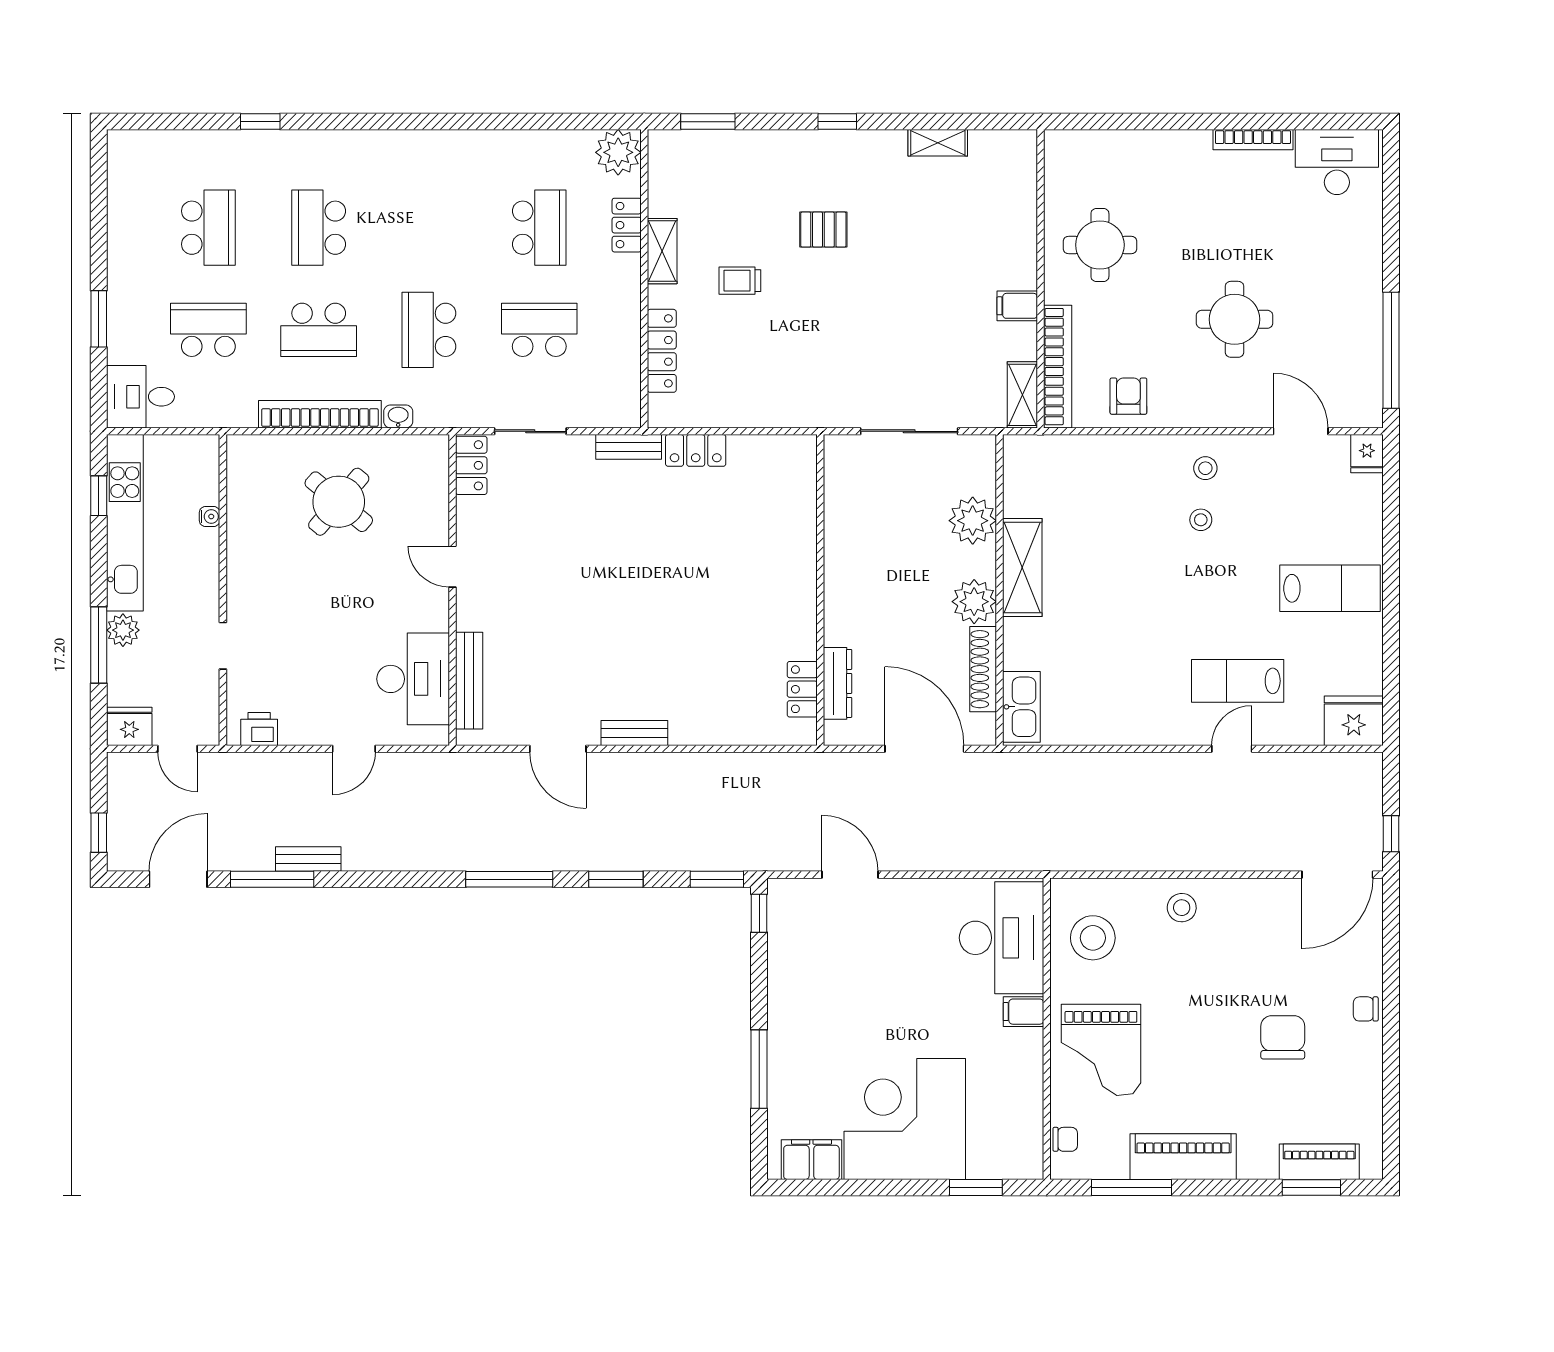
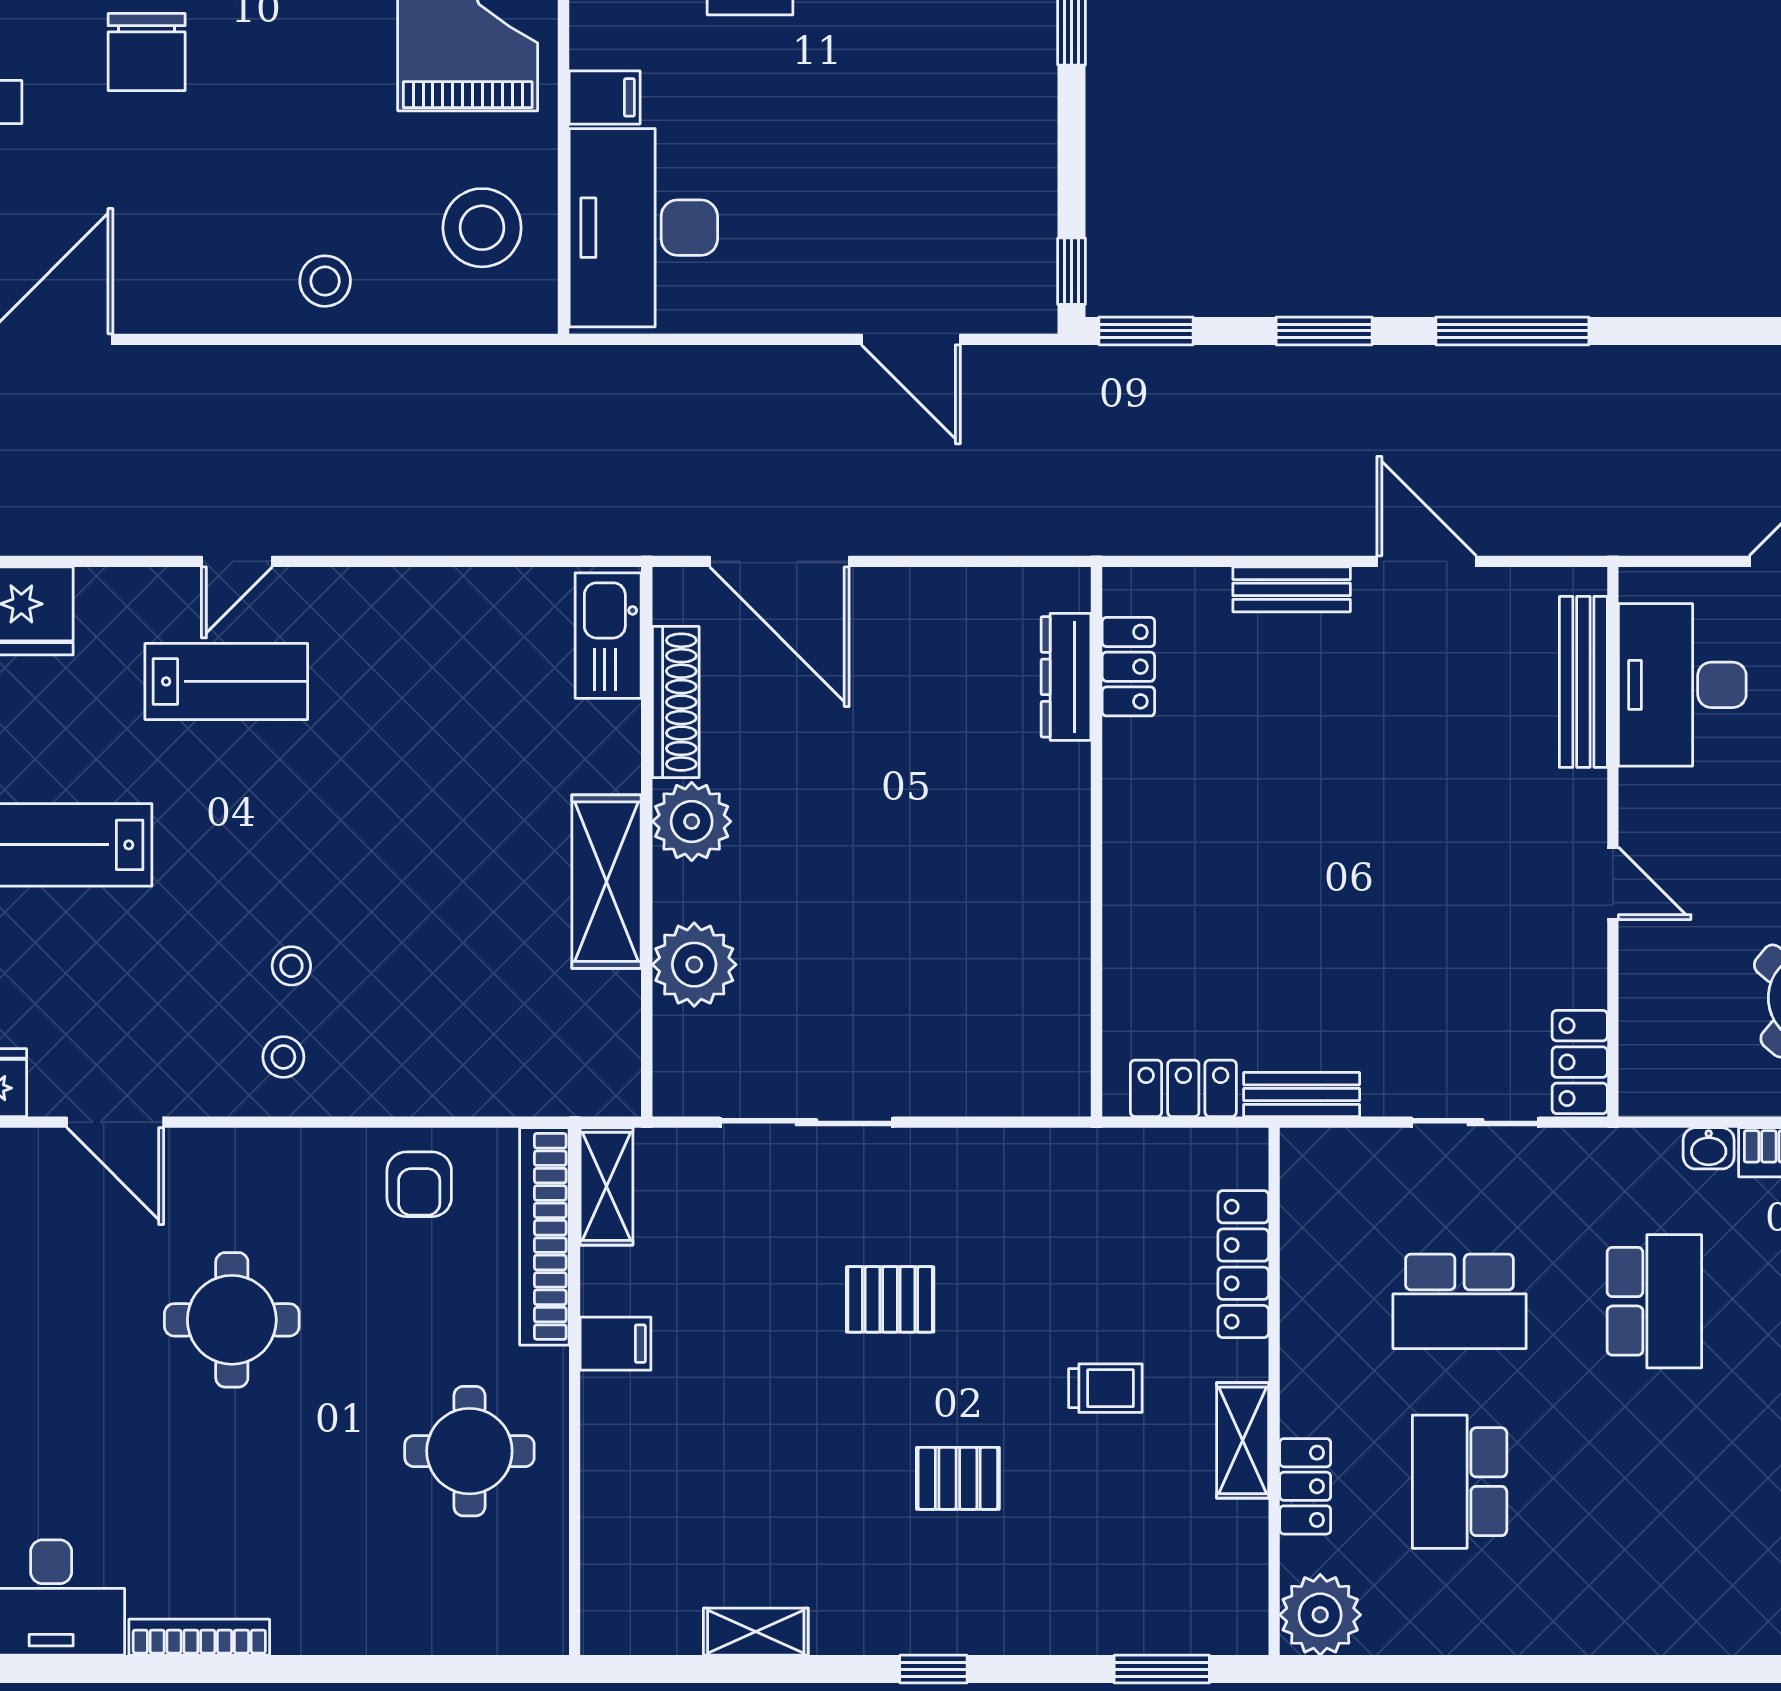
pallet: (862, 331) -> (890, 1299), added
wall: (820, 590) -> (1097, 842), moved
dresser: (838, 683) -> (1066, 677), moved
locker: (802, 689) -> (1128, 667), moved

